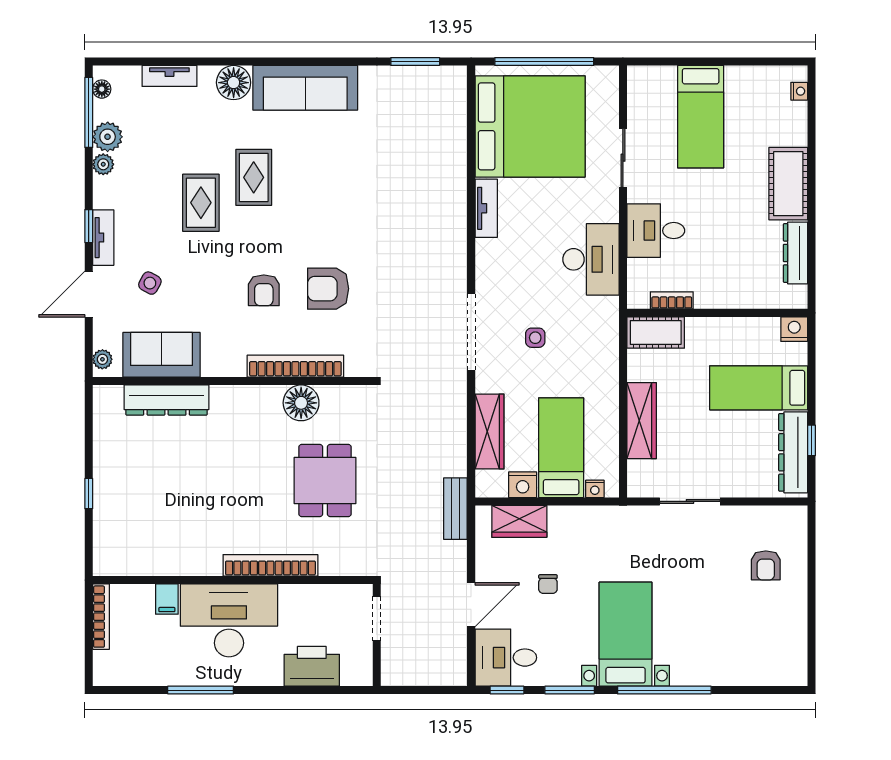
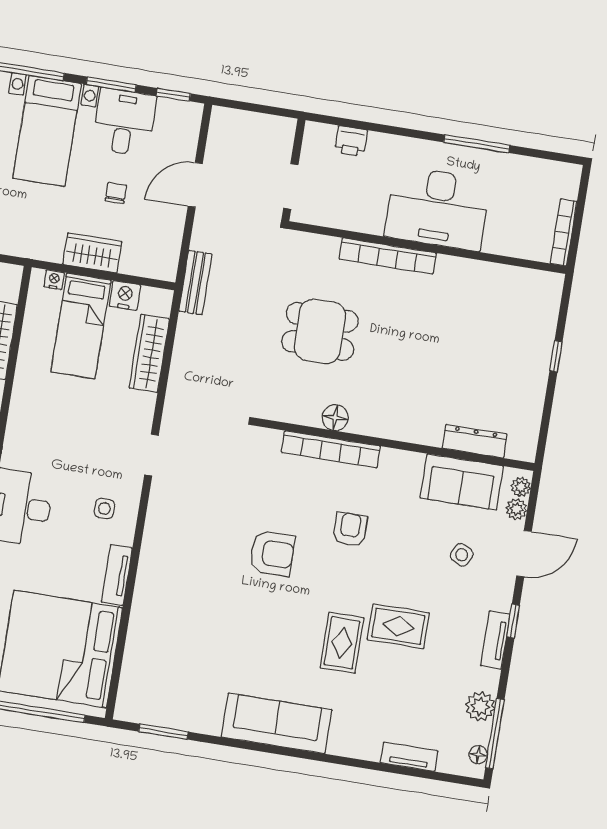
floor lamp: (234, 83) -> (347, 740), removed
plant: (103, 164) -> (516, 509), moved
rug: (201, 203) -> (398, 626), turned 90
tv unit: (103, 238) -> (495, 640), moved
armchair: (328, 289) -> (272, 553), moved
doorway: (471, 332) -> (151, 455), width x0.53
side table: (535, 338) -> (104, 509), moved
dresser: (167, 400) -> (475, 441), width x0.73, depth x0.80
floor lamp: (301, 403) -> (335, 418), width x0.73, depth x0.73
dining table: (325, 481) -> (320, 331), turned 90
wardrobe: (519, 521) -> (92, 253), moved
filing cabinet: (167, 599) -> (496, 239), removed
desk: (506, 658) -> (124, 122), moved, turned -90
printer: (312, 666) -> (351, 141), width x0.53, depth x0.68

